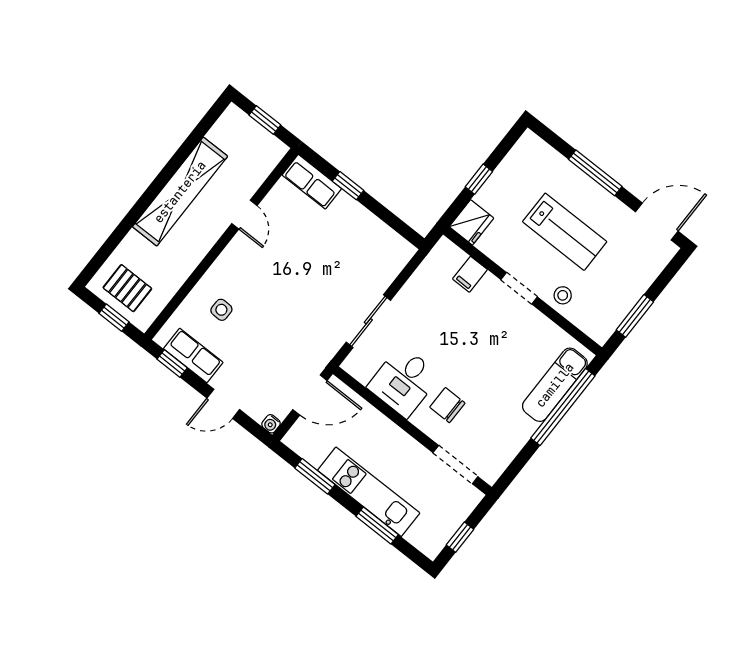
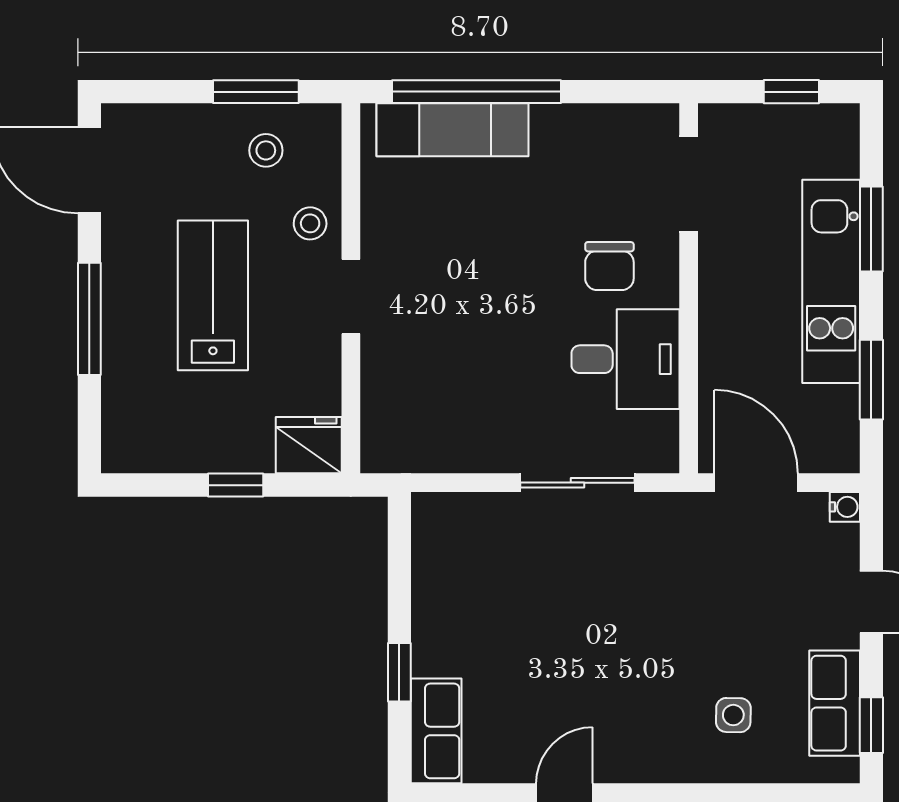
filing cabinet: (470, 274) -> (388, 386), removed
stool: (607, 301) -> (266, 150), added

